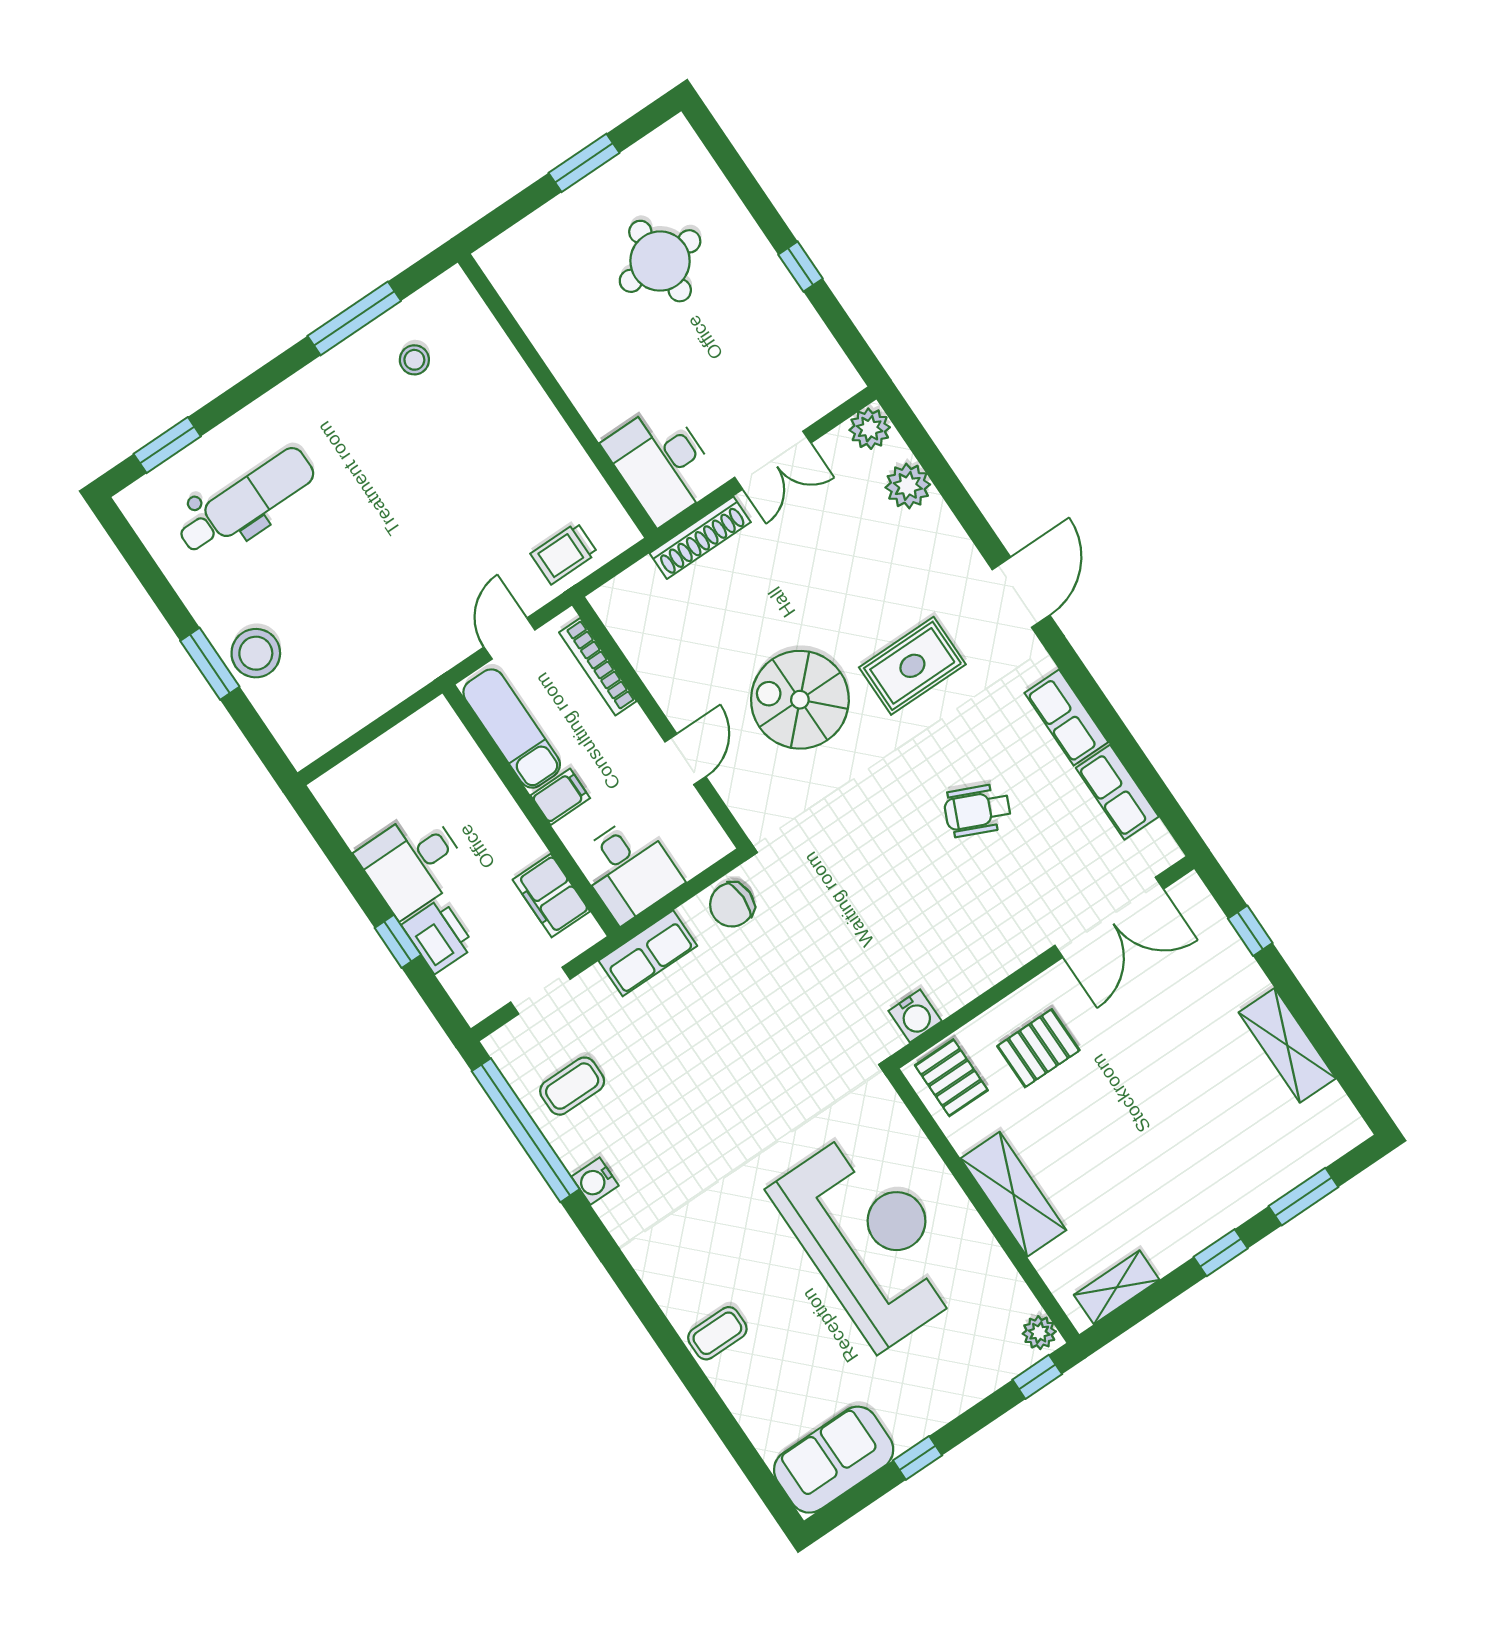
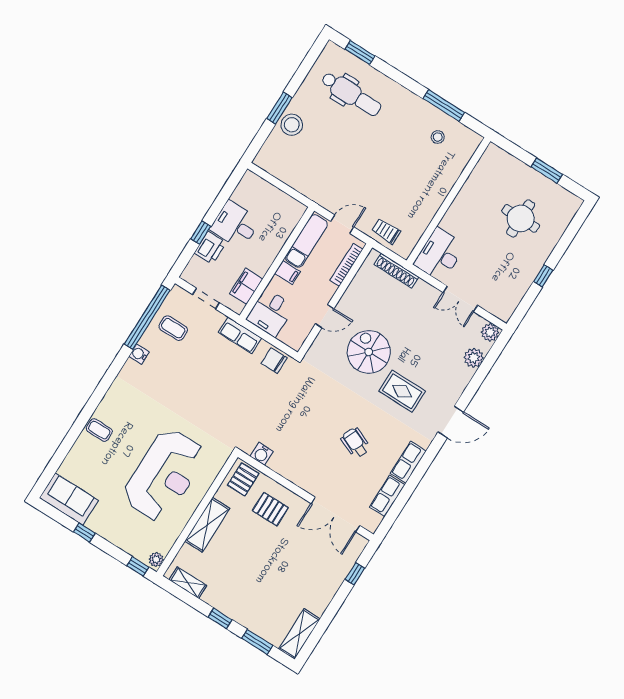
shoe rack: (700, 538) -> (396, 271), moved
shelving: (1287, 1045) -> (299, 634), moved

